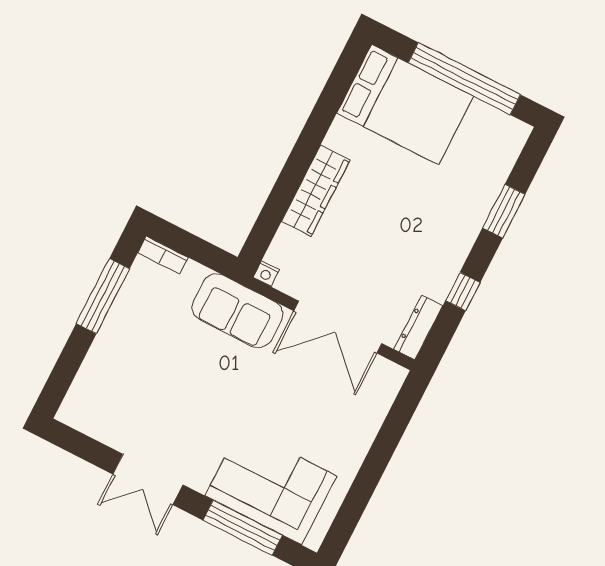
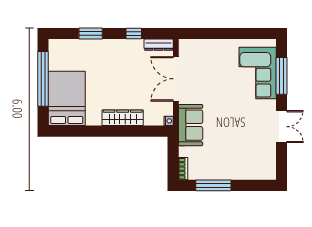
double door: (338, 327) -> (176, 79), swing flipped

